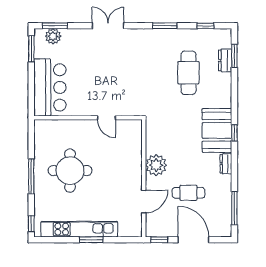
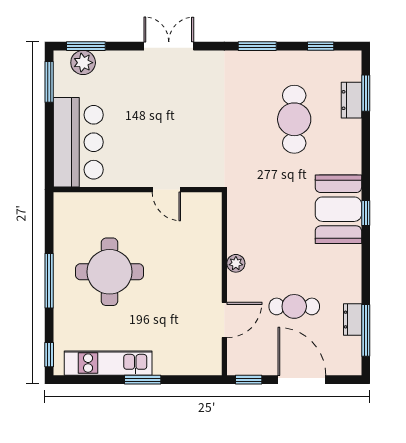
dresser: (226, 164) -> (353, 320), moved
plant: (156, 165) -> (236, 263), width x0.53, depth x0.53
kitchen unit: (79, 229) -> (108, 363), width x0.73

